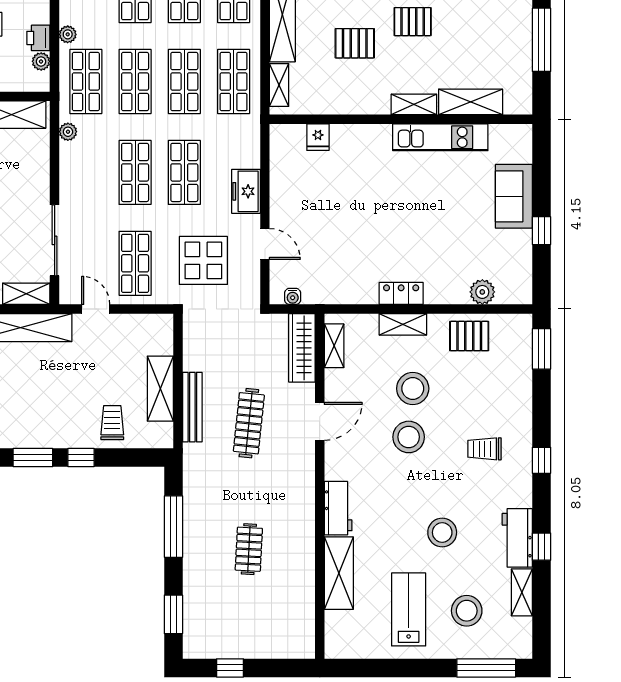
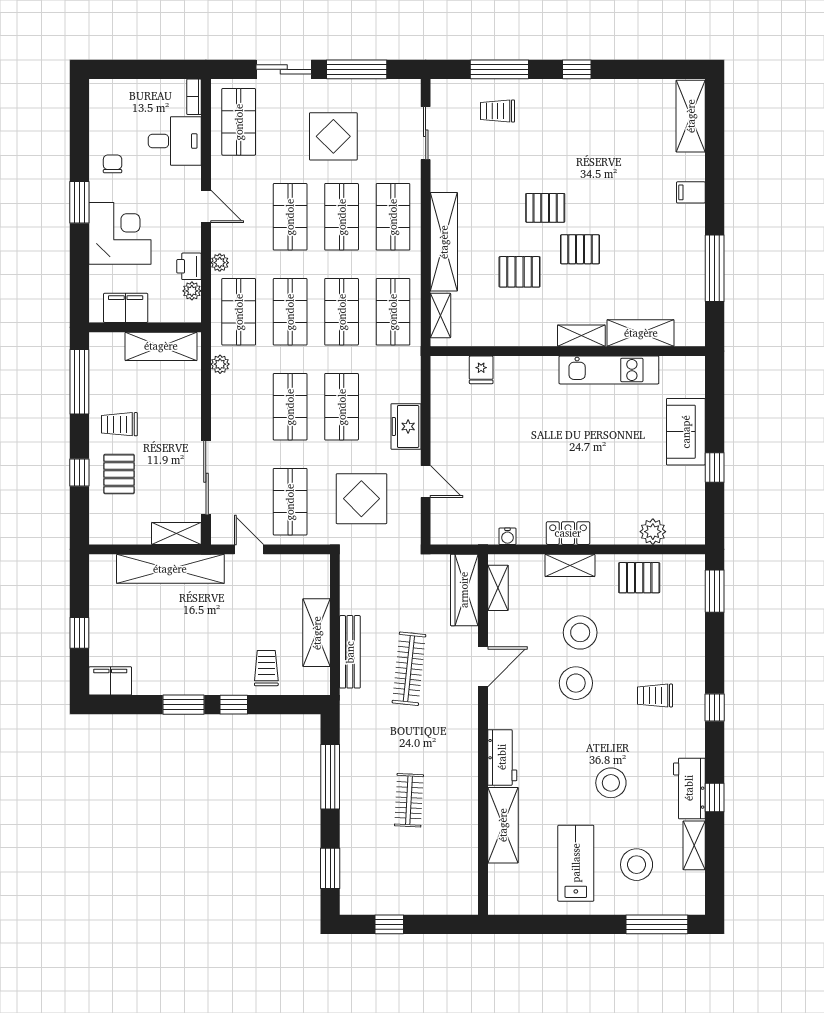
water cooler: (293, 296) -> (507, 536), moved

